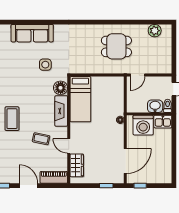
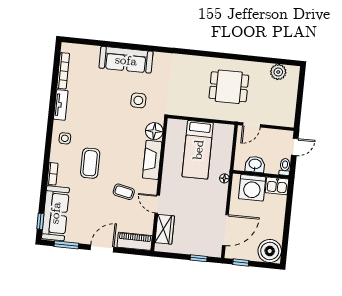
bed: (80, 99) -> (198, 150), moved
washbasin: (155, 106) -> (255, 164), moved
boiler: (162, 174) -> (270, 251), added
door: (28, 186) -> (102, 248), hinge flipped

